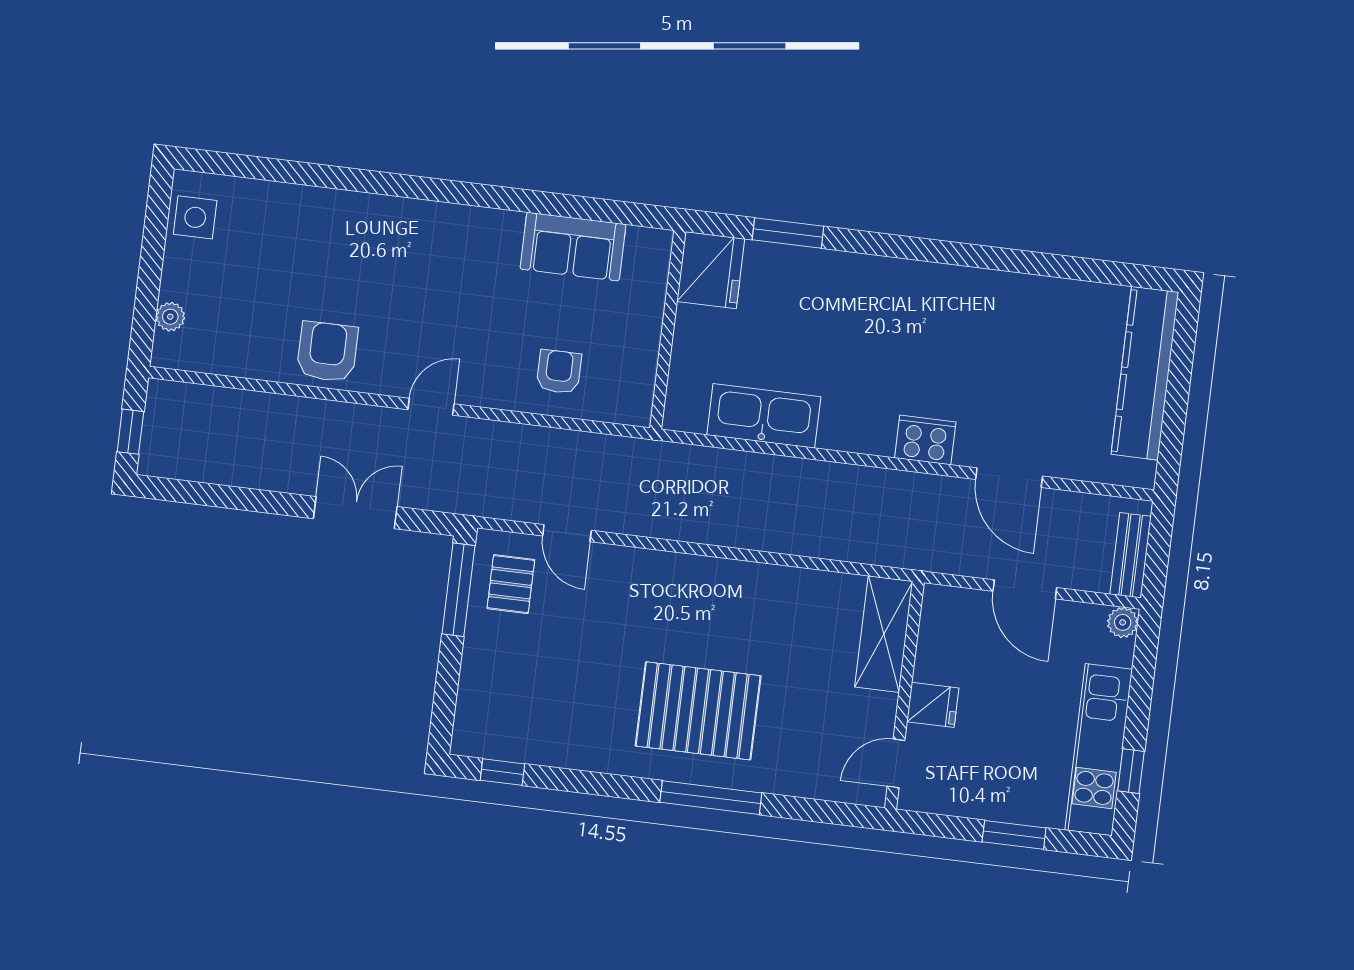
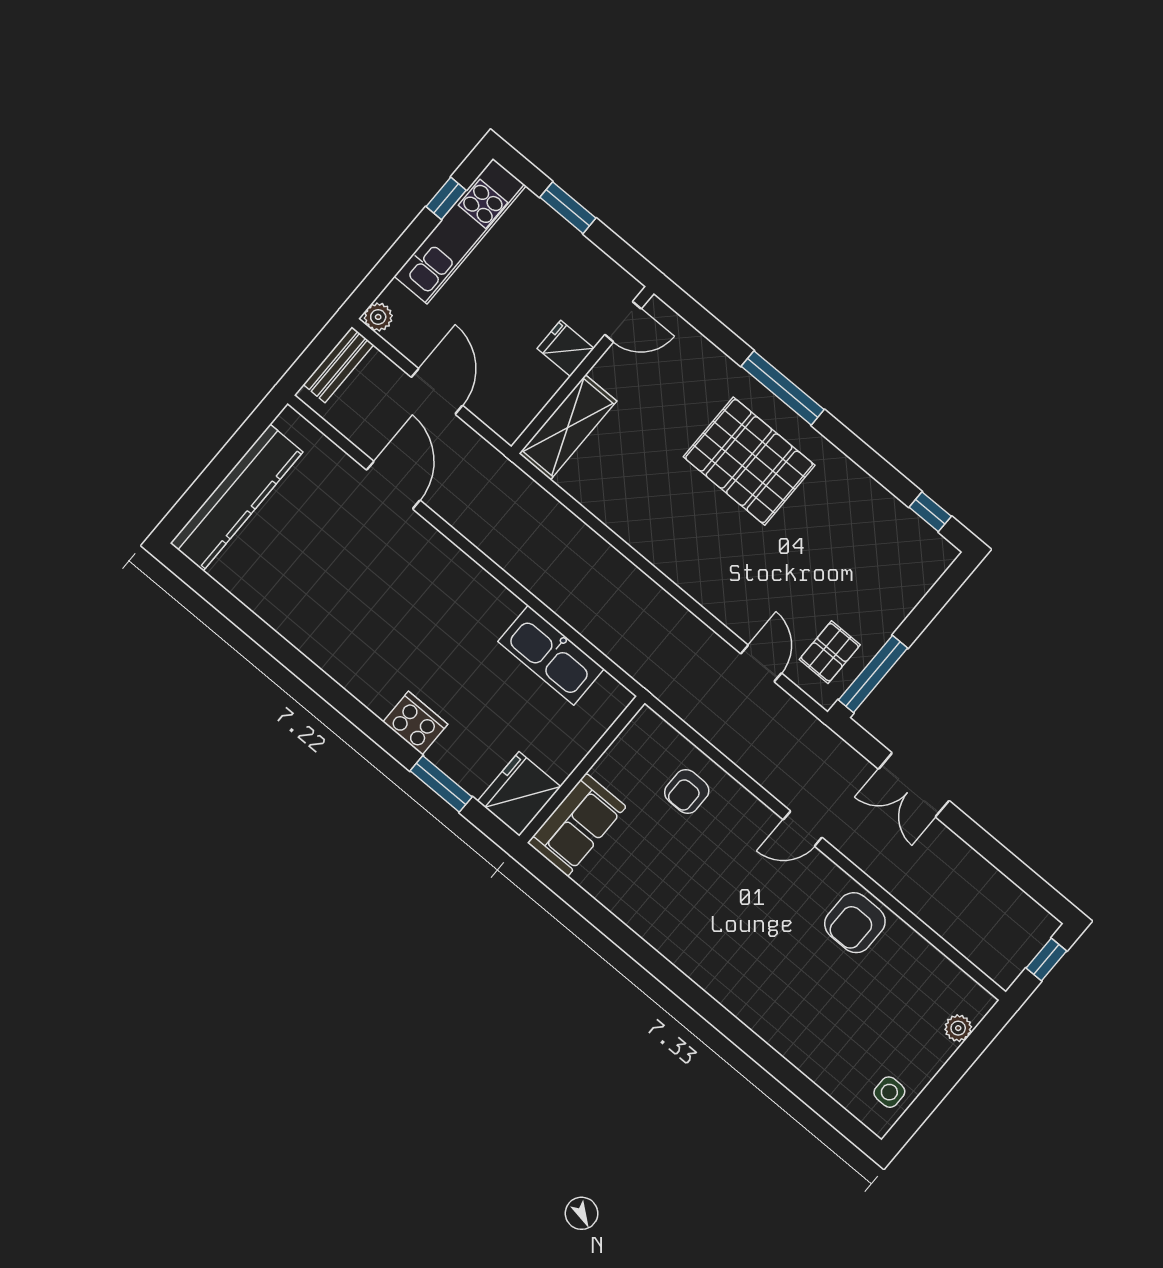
side table: (195, 217) -> (889, 1092), width x0.73, depth x0.73
sofa: (573, 247) -> (577, 825), moved, turned 90
cooker: (925, 440) -> (415, 723), moved, turned 180

